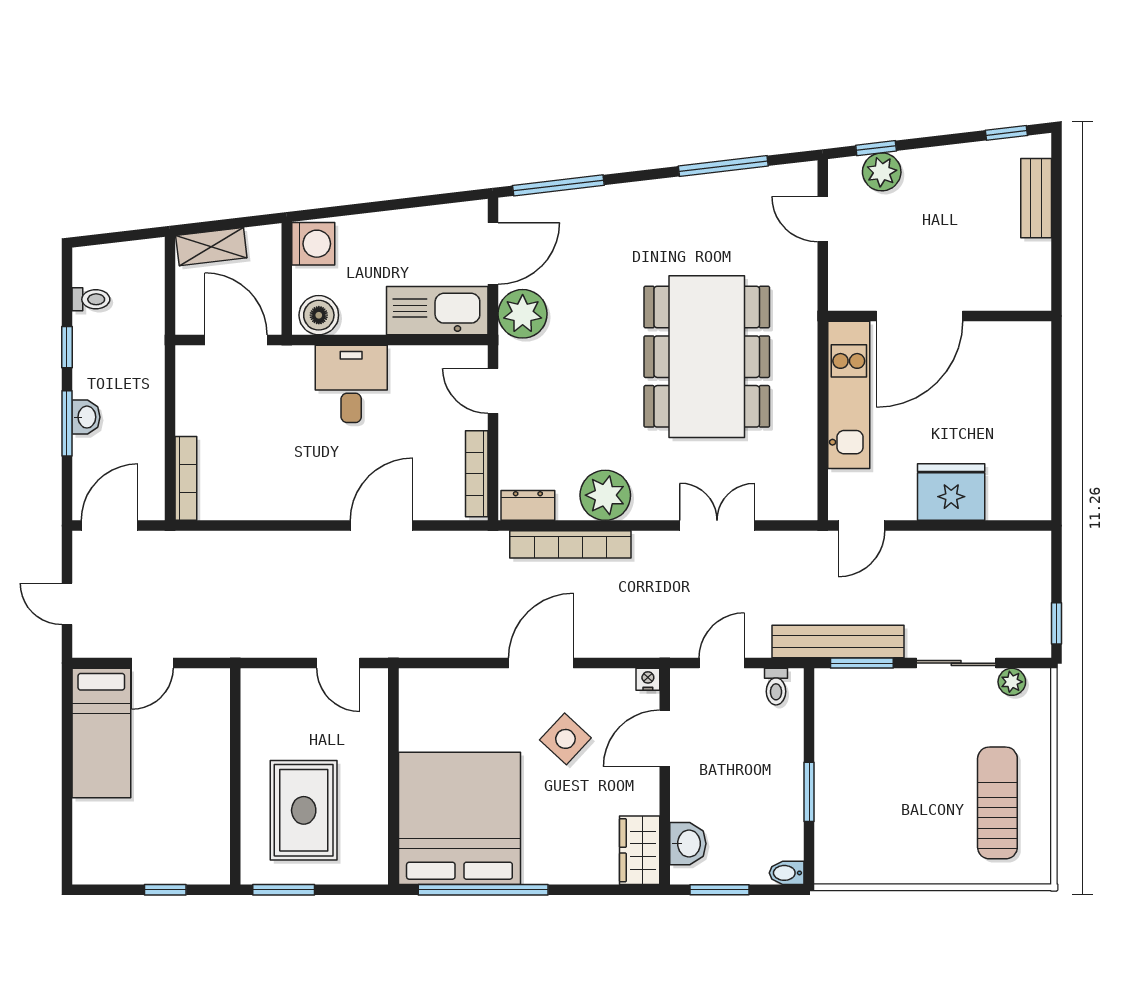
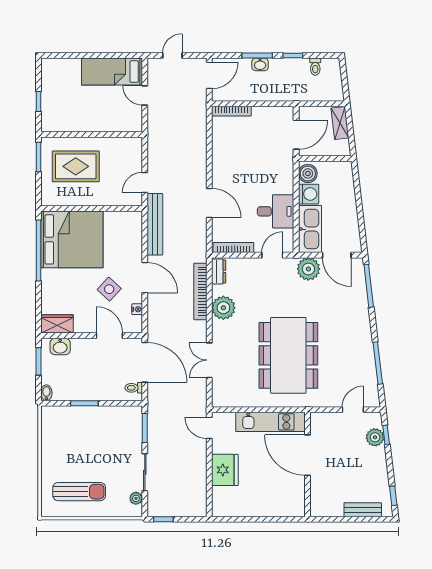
washing machine: (313, 244) -> (309, 194), moved, turned -90
dining table: (707, 357) -> (288, 355), turned 90
desk: (351, 384) -> (276, 211), moved
door: (110, 526) -> (209, 75), hinge flipped
double door: (717, 526) -> (209, 360), swing flipped
bench: (838, 641) -> (155, 224), moved
door: (722, 663) -> (145, 362), width x1.88
nightstand: (648, 679) -> (137, 309), moved

